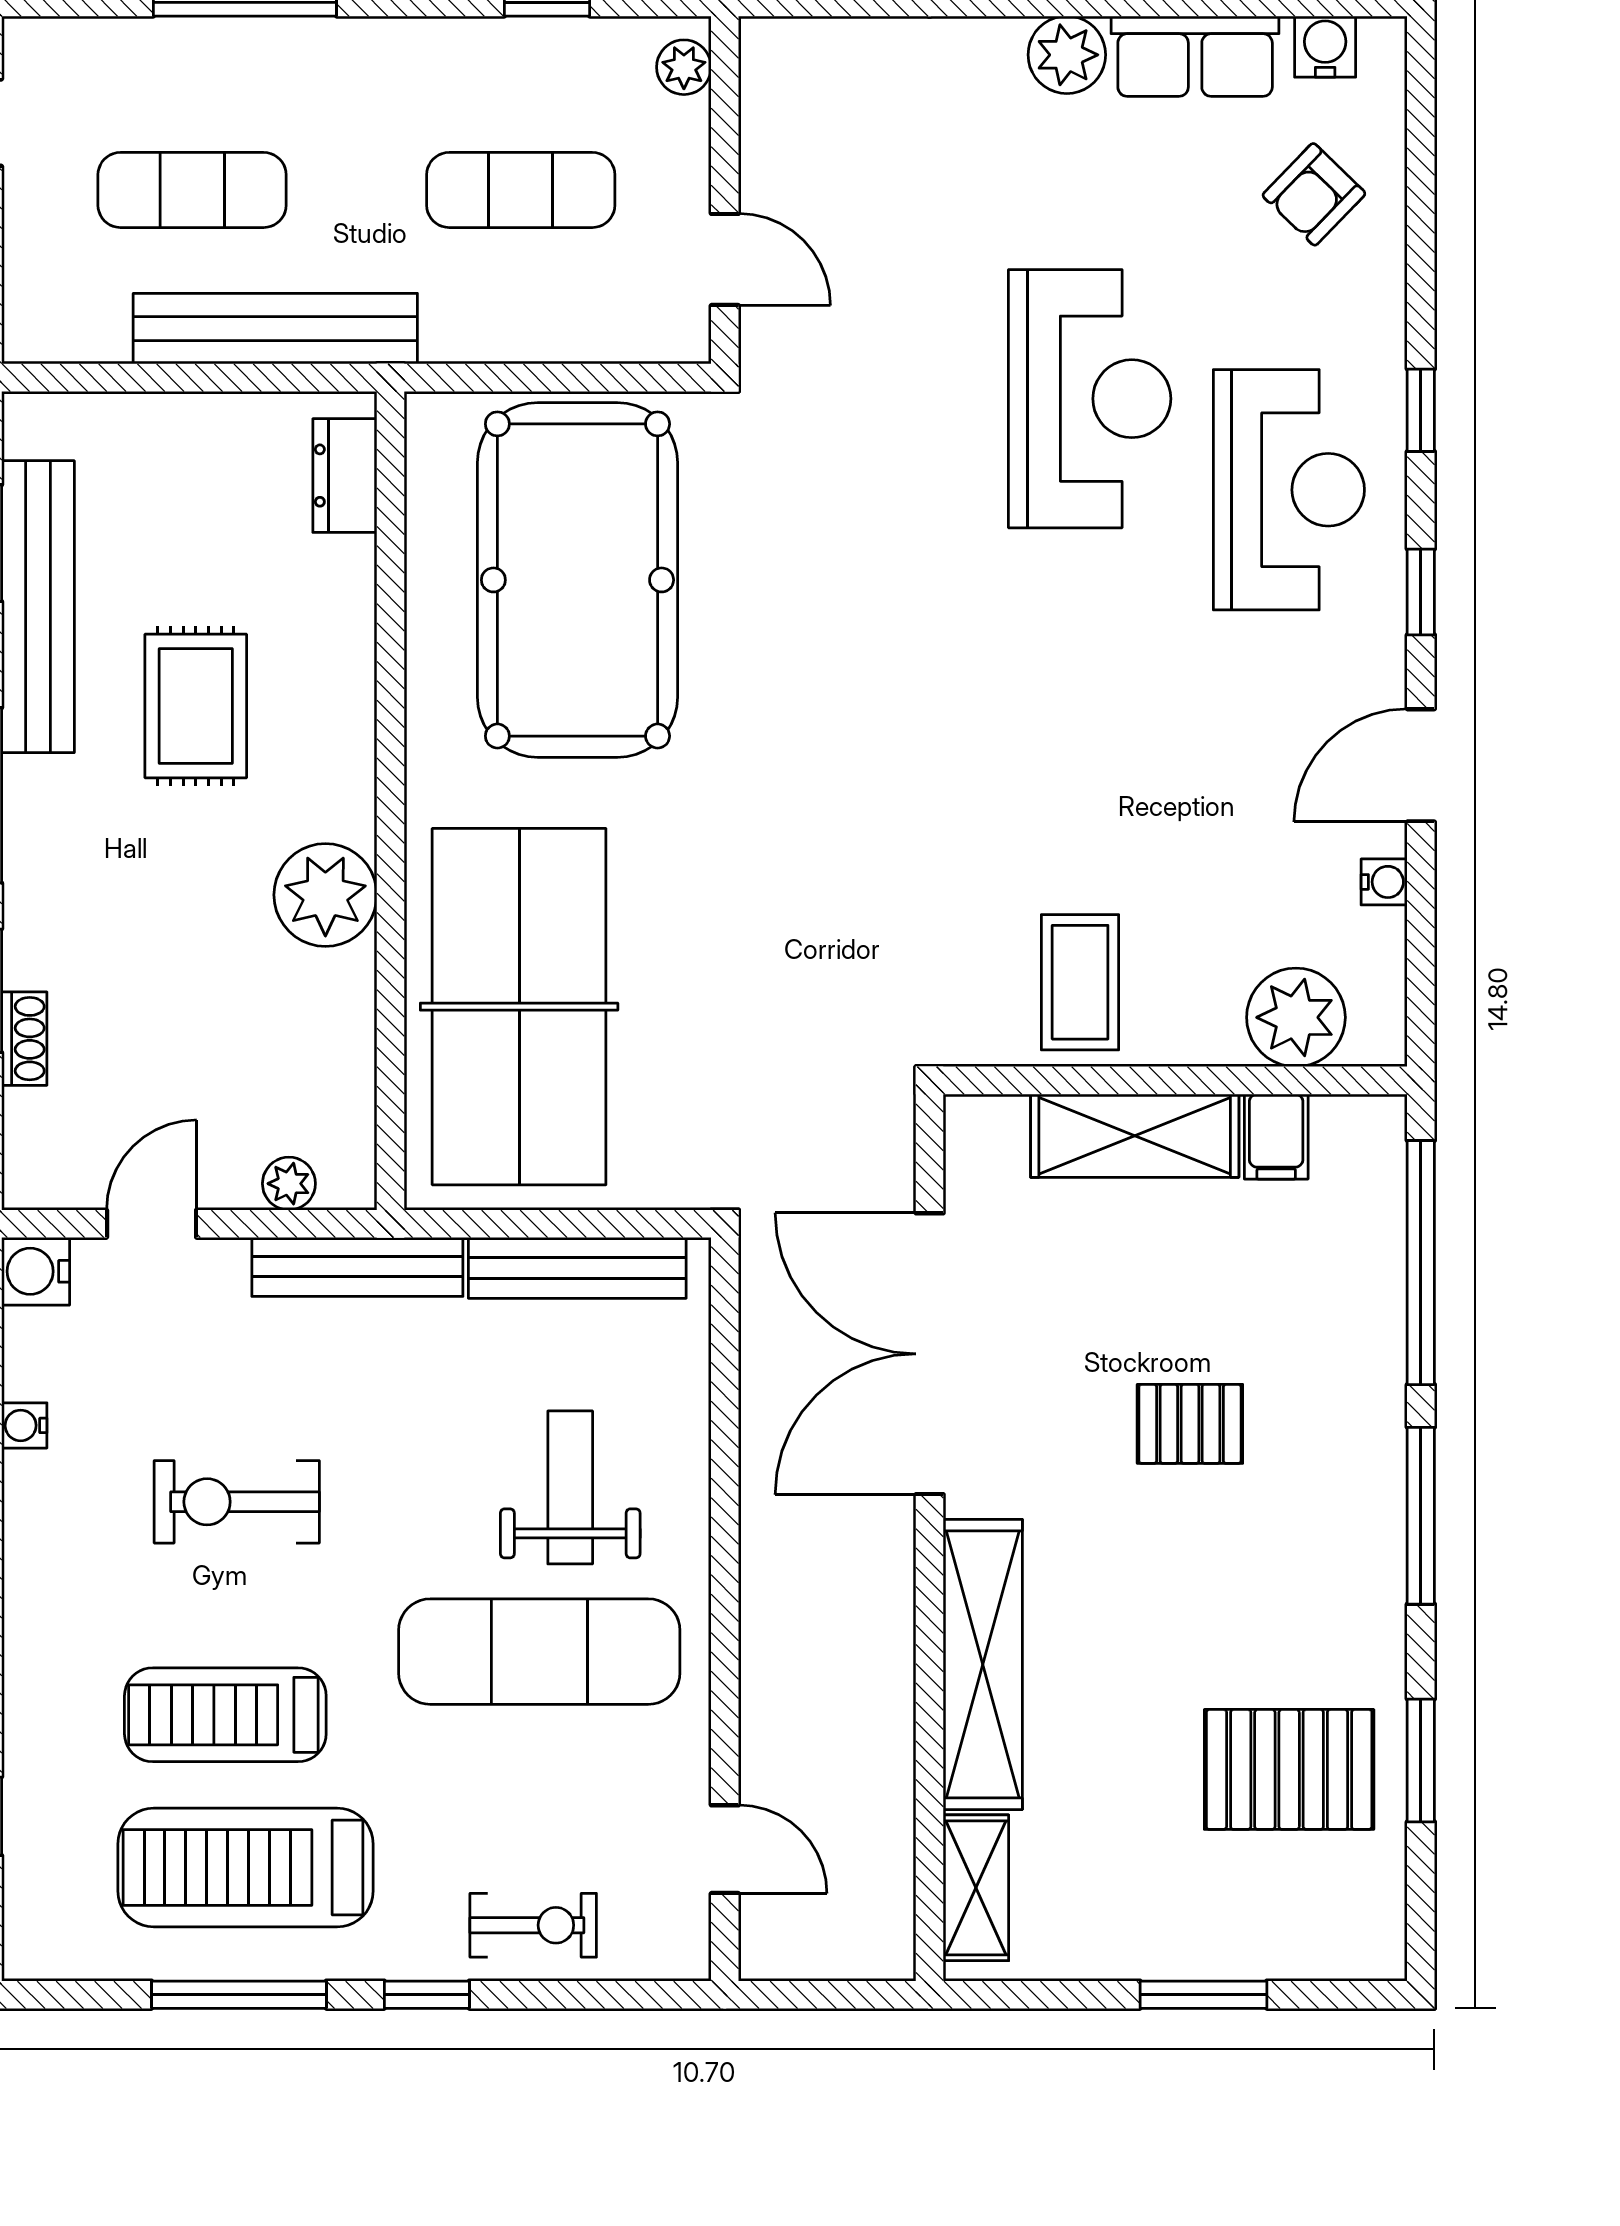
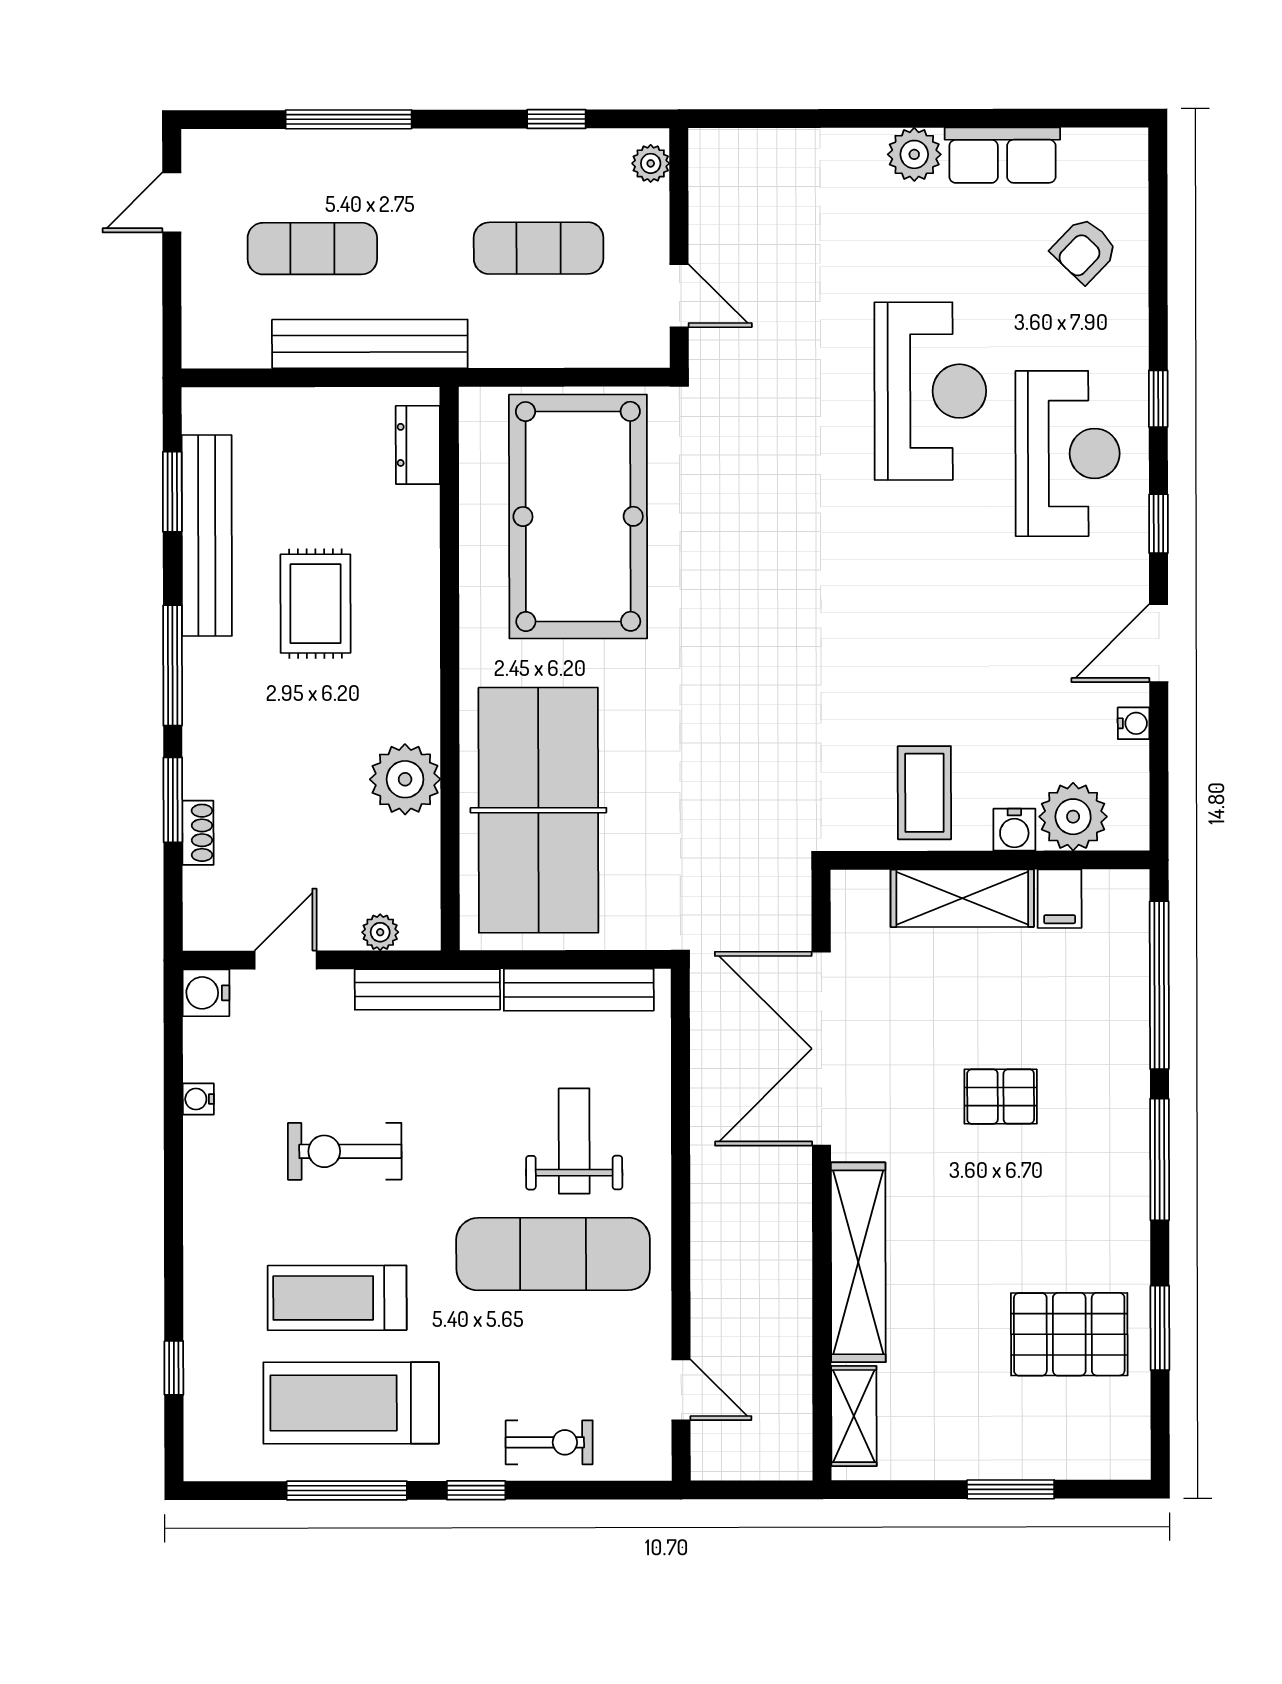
water cooler: (1325, 47) -> (1014, 830), moved, turned 180
plant: (325, 895) -> (405, 779), moved

